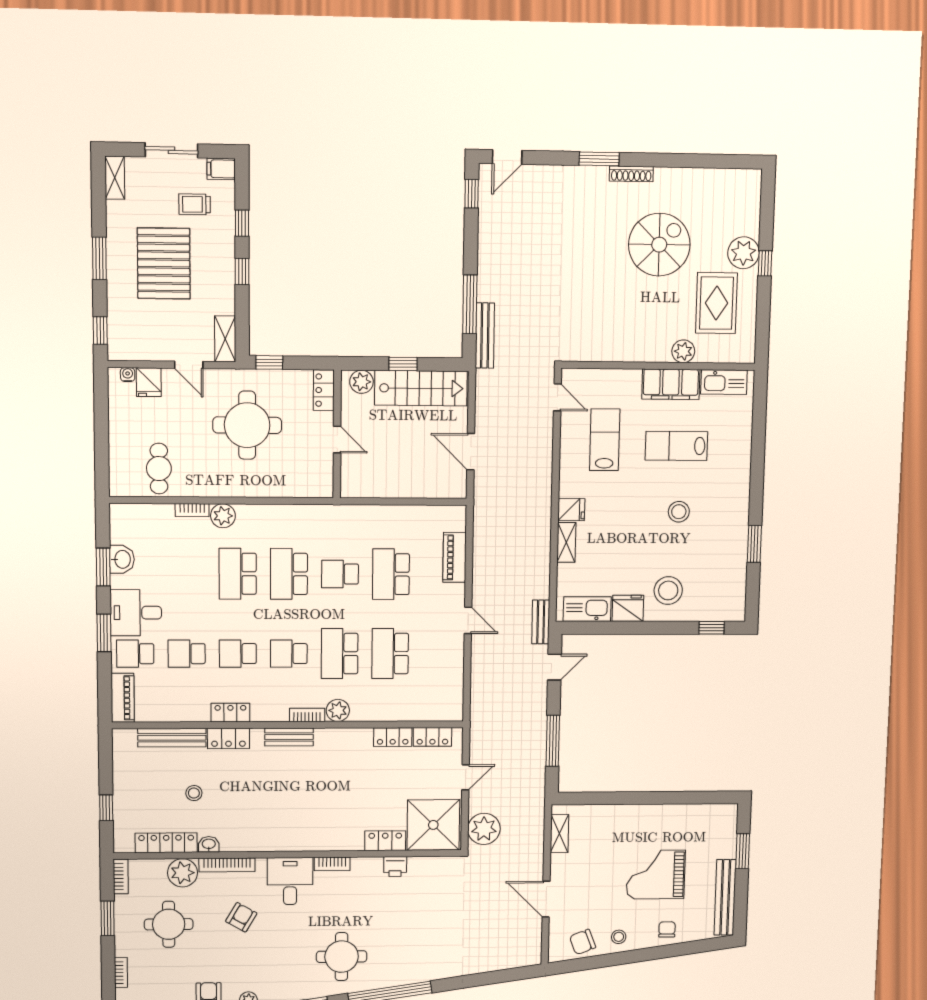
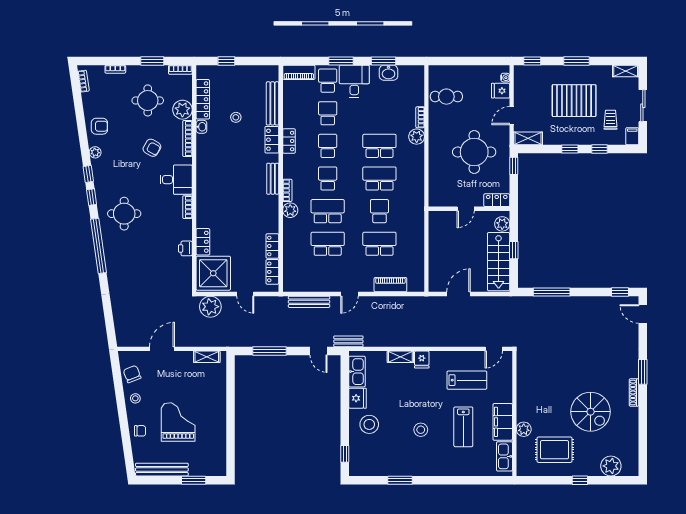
plant: (743, 253) -> (611, 466), moved
bench: (485, 336) -> (309, 302), moved
lab bench: (676, 446) -> (463, 427), turned 180

